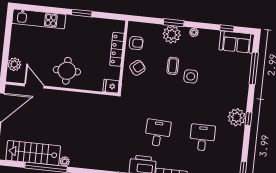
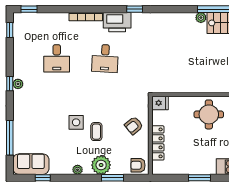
window: (174, 23) -> (112, 178), moved
armchair: (136, 43) -> (138, 165), moved
plant: (237, 117) -> (18, 84), width x0.53, depth x0.53

